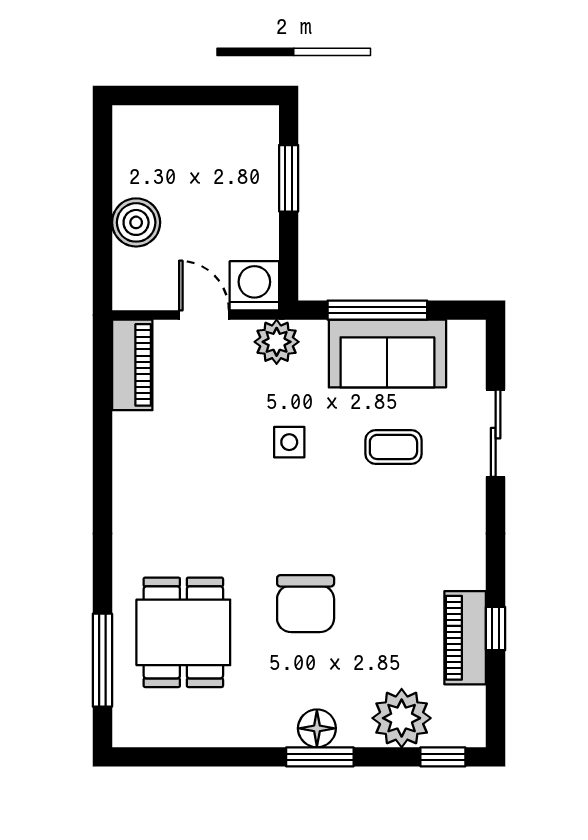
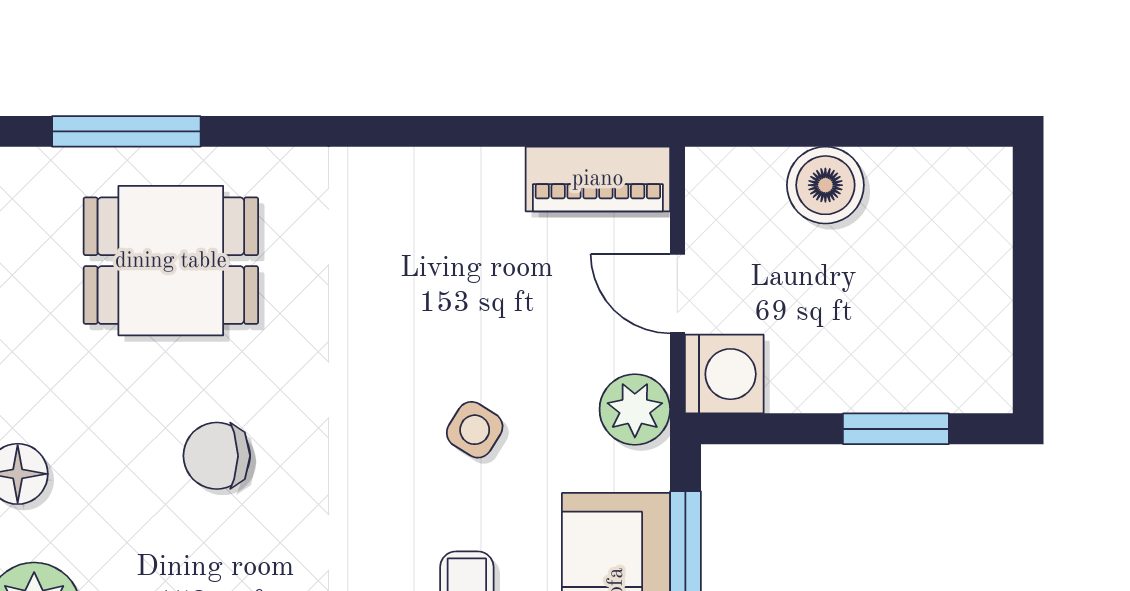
door: (204, 315) -> (677, 294), swing flipped
side table: (289, 442) -> (475, 430), turned 32
chair: (306, 604) -> (217, 456), width x0.73, depth x0.73

